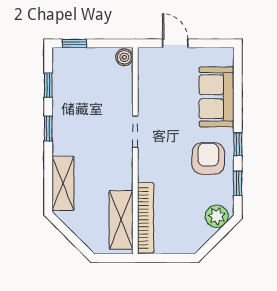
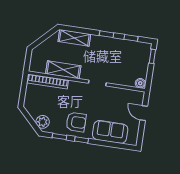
door: (175, 43) -> (144, 113), swing flipped
shelving: (121, 220) -> (63, 70), moved

